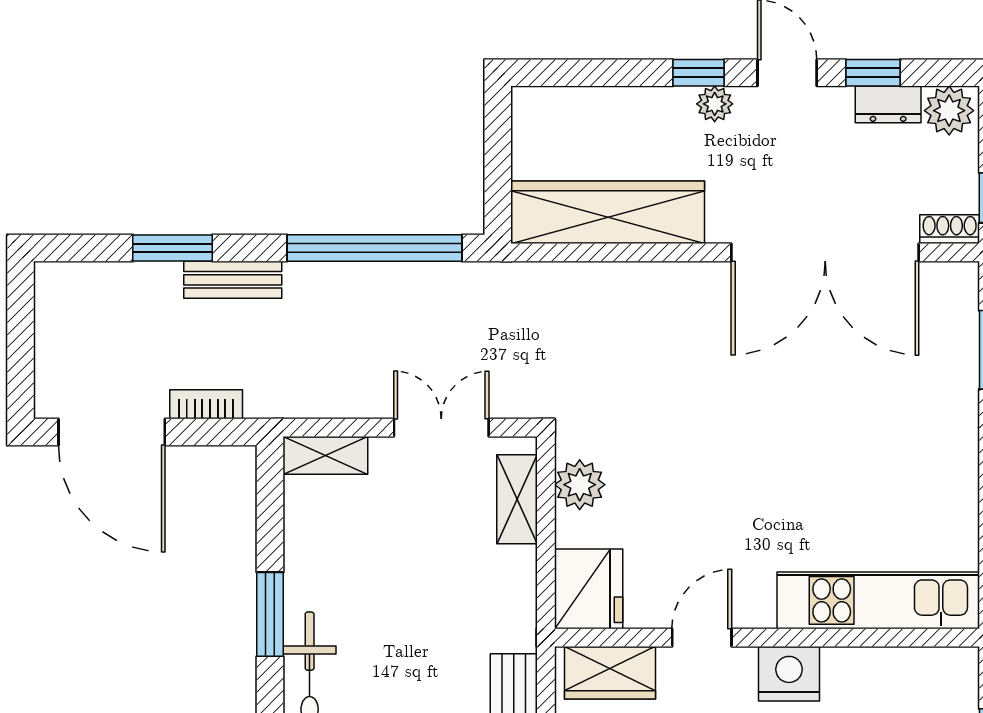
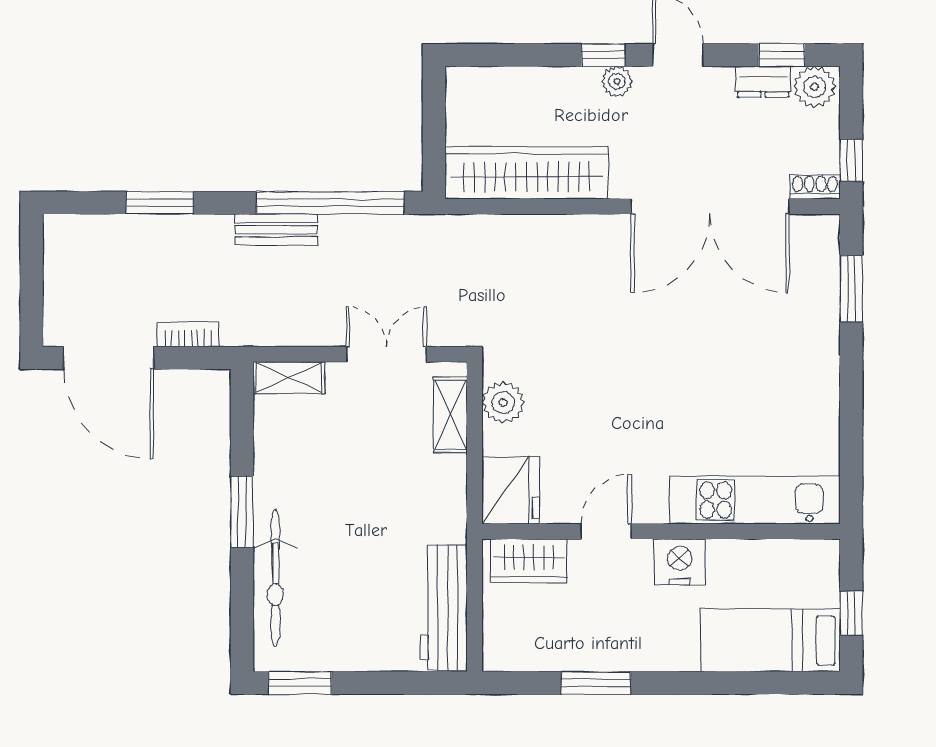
window: (873, 73) -> (782, 55), moved
bench: (233, 280) -> (276, 230), moved

